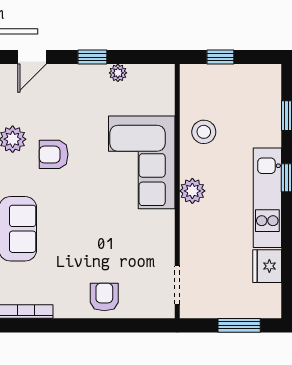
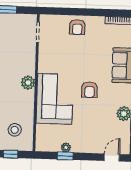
window: (92, 57) -> (65, 156), moved
stool: (204, 132) -> (15, 130), moved
armchair: (54, 154) -> (90, 90), moved, turned 90

